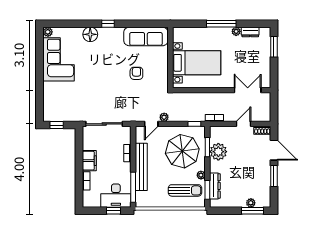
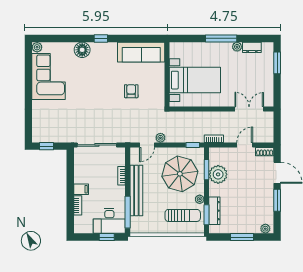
filing cabinet: (89, 161) -> (81, 189), width x0.50
plant: (251, 203) -> (265, 229), moved
window: (252, 211) -> (242, 237), moved

